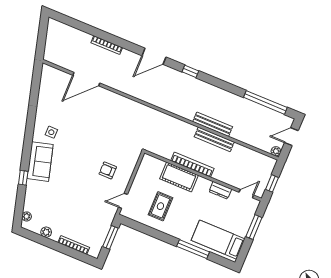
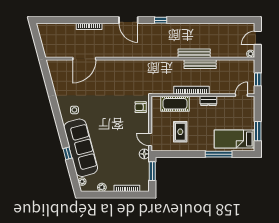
door: (154, 56) -> (128, 20), hinge flipped
window: (265, 102) -> (227, 20), removed
sofa: (40, 162) -> (81, 148), width x1.85, depth x1.27
armchair: (108, 170) -> (141, 107), moved
cot: (179, 177) -> (175, 104), moved
dresser: (220, 190) -> (208, 101), moved
door: (123, 201) -> (150, 139), hinge flipped
floor lamp: (109, 214) -> (144, 154), added
window: (254, 227) -> (258, 131), moved

